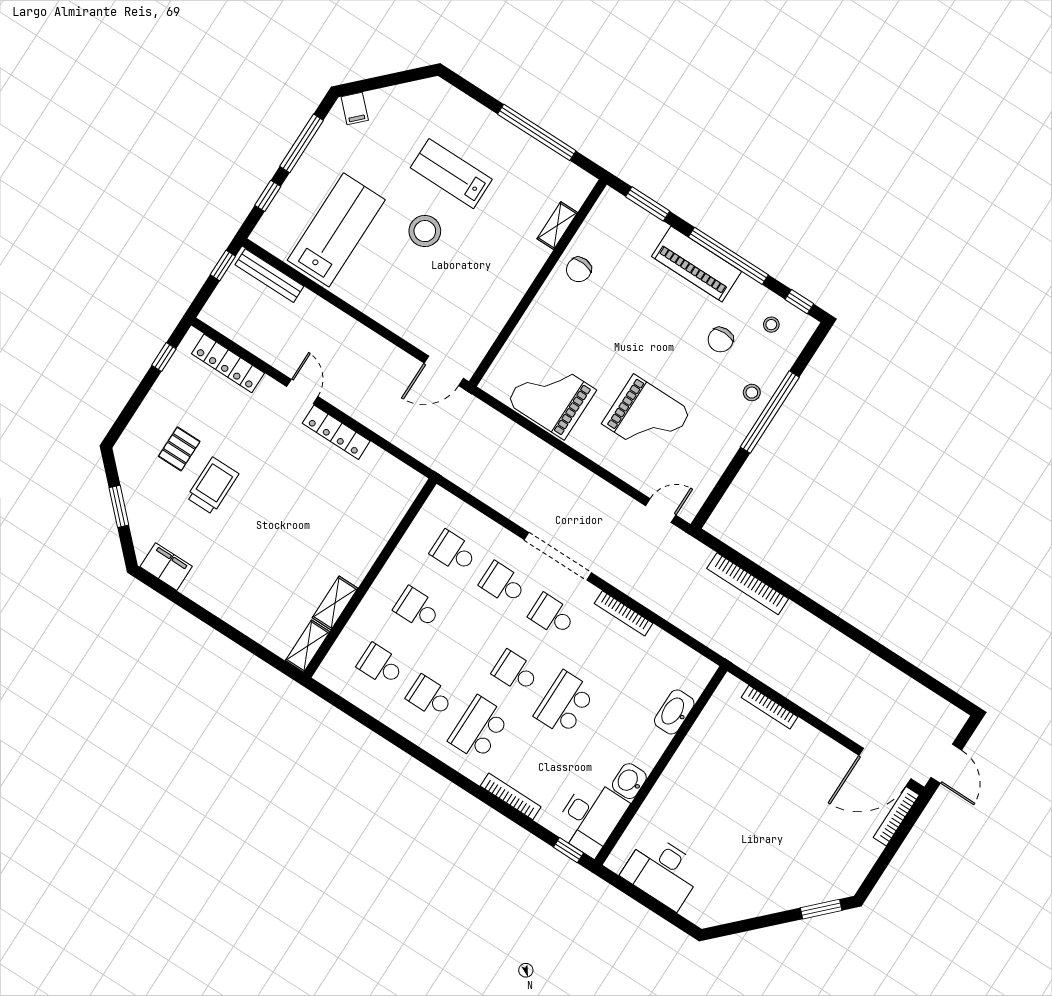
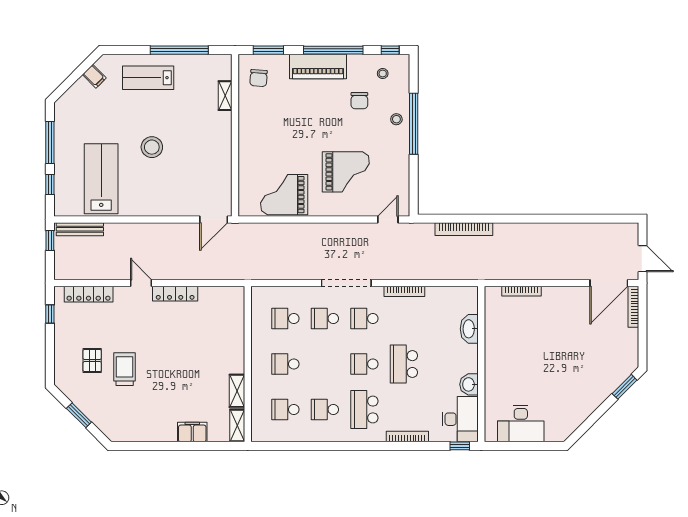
filing cabinet: (355, 108) -> (94, 76), moved
lab bench: (451, 174) -> (148, 78), moved
chair: (579, 270) -> (259, 78), moved
filing cabinet: (166, 567) -> (192, 432), moved

